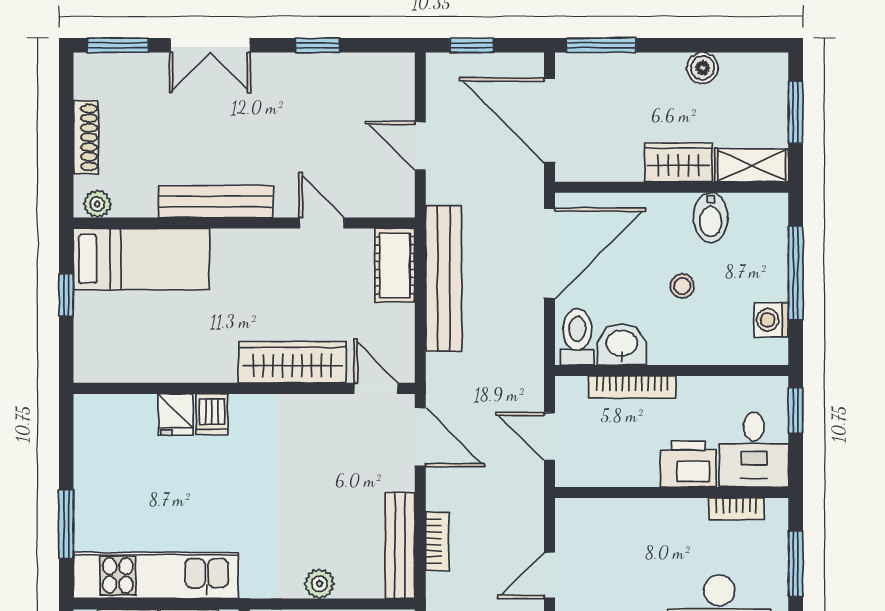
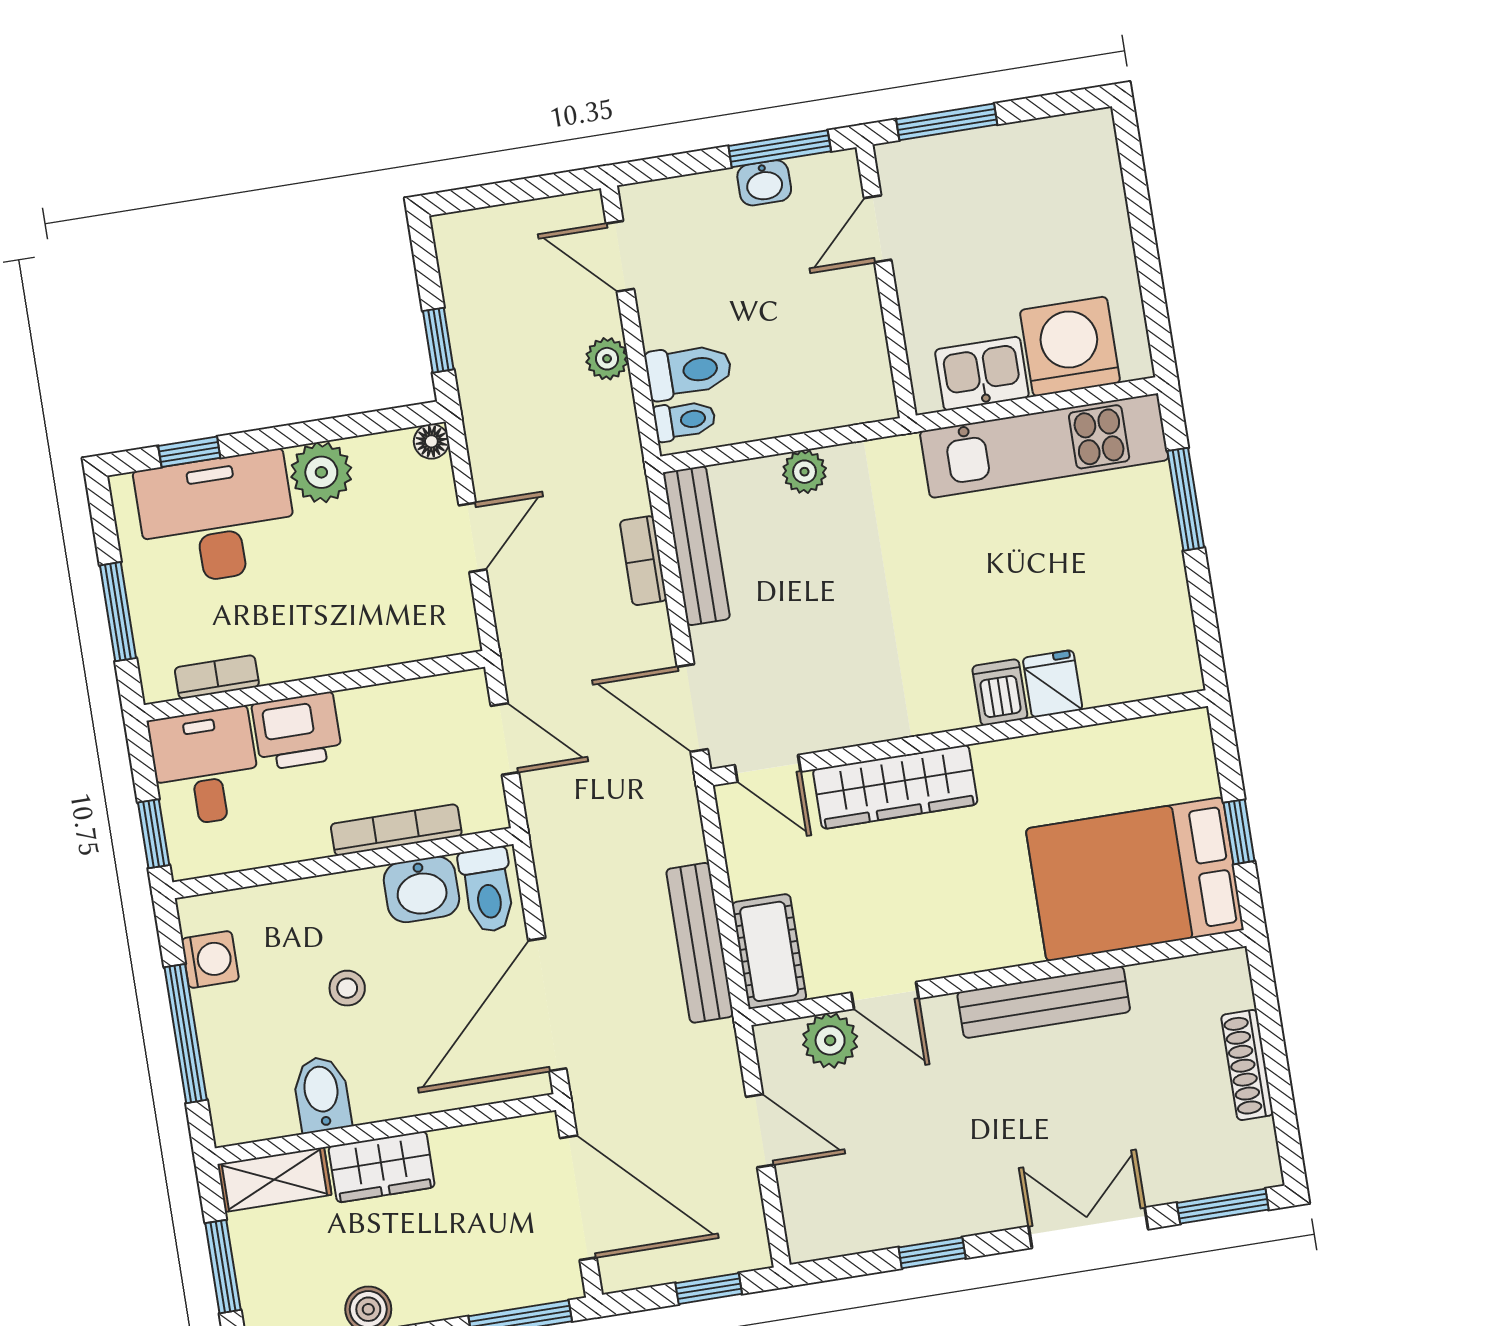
plant: (97, 204) -> (830, 1040), moved, width x1.38, depth x1.38
bed: (141, 259) -> (1135, 879), width x1.50
bench: (444, 278) -> (700, 943), width x0.73, depth x0.82

